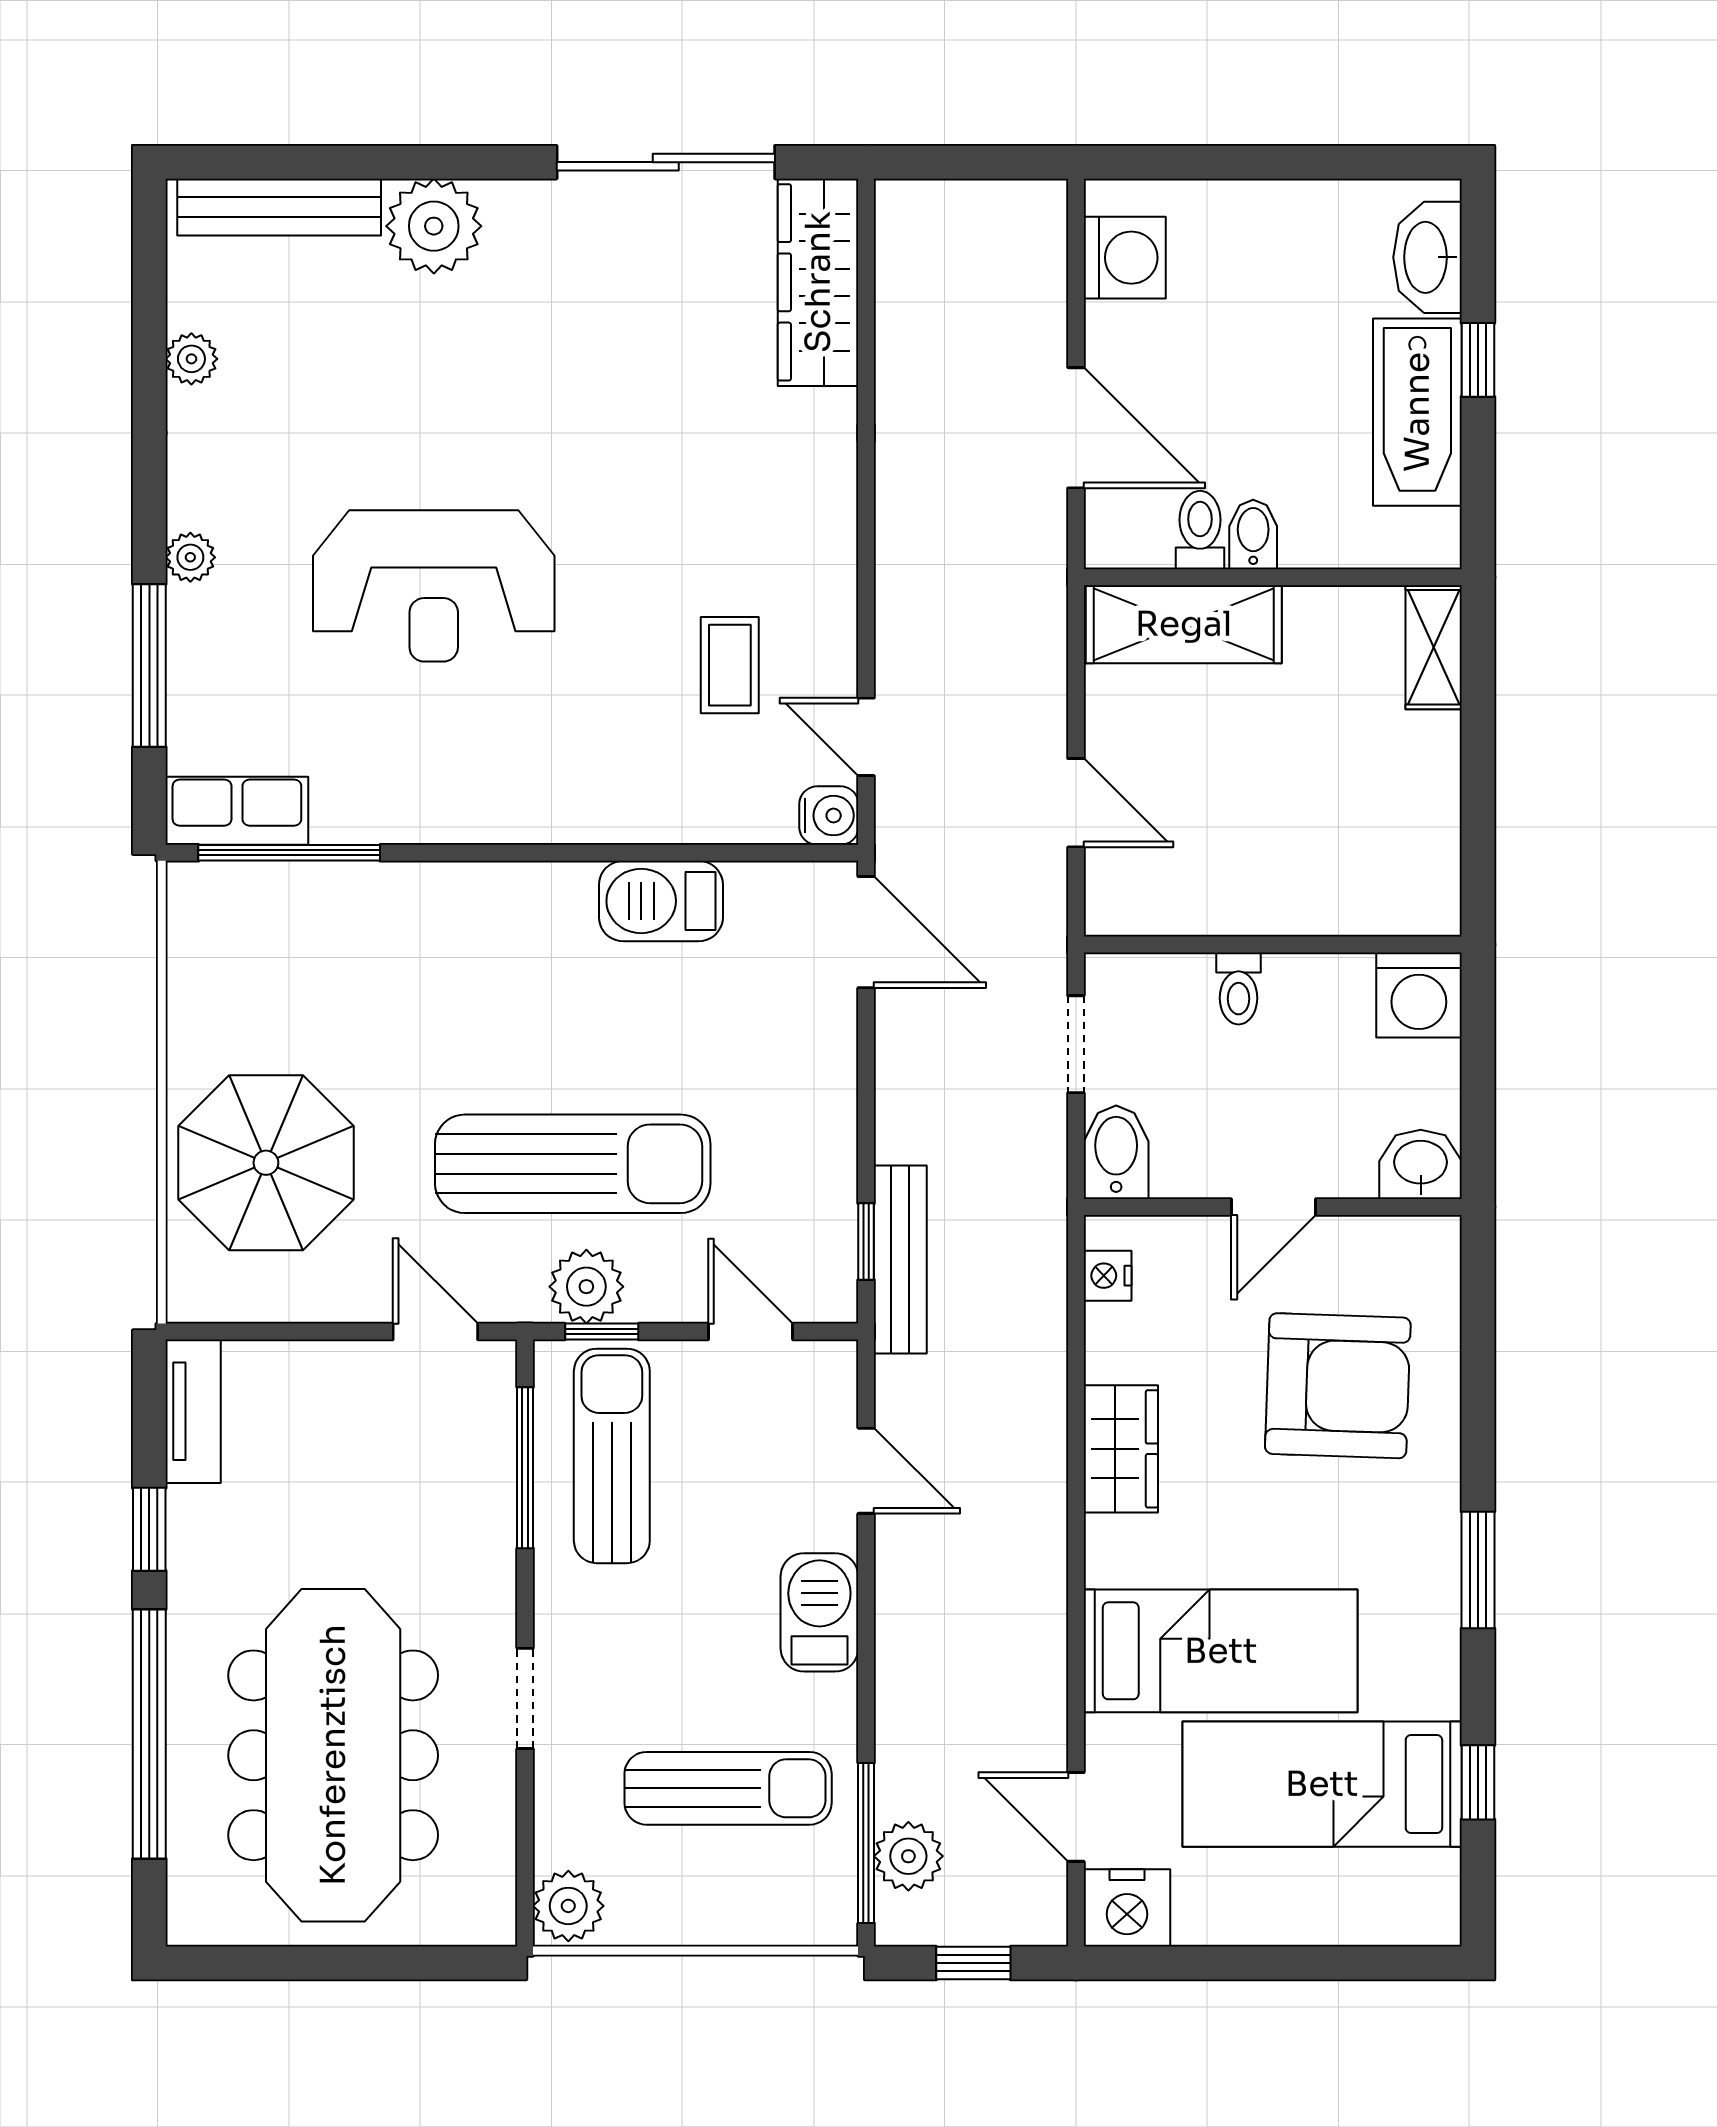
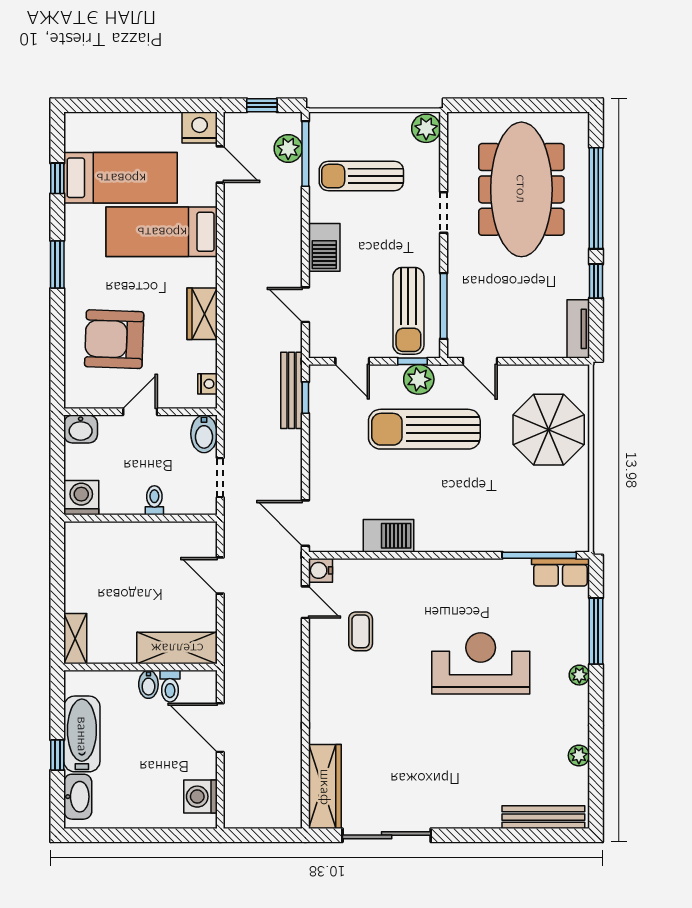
plant: (434, 226) -> (481, 809), removed

